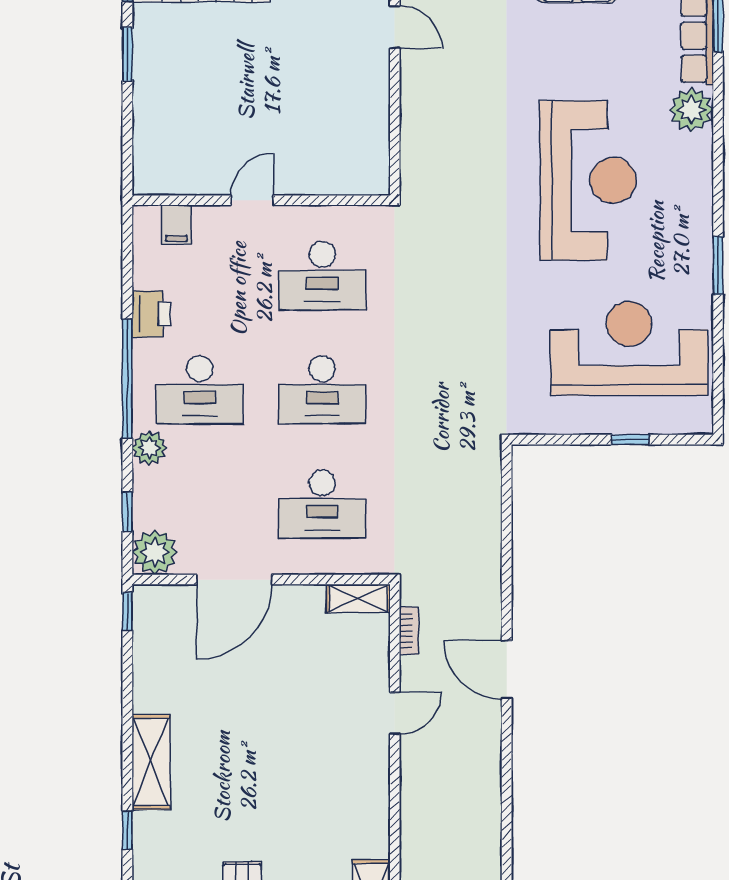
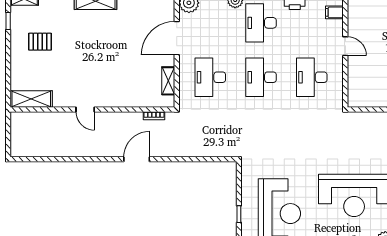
door: (234, 580) -> (177, 38), hinge flipped
shelving: (358, 598) -> (168, 81), moved
door: (395, 713) -> (85, 109), moved

